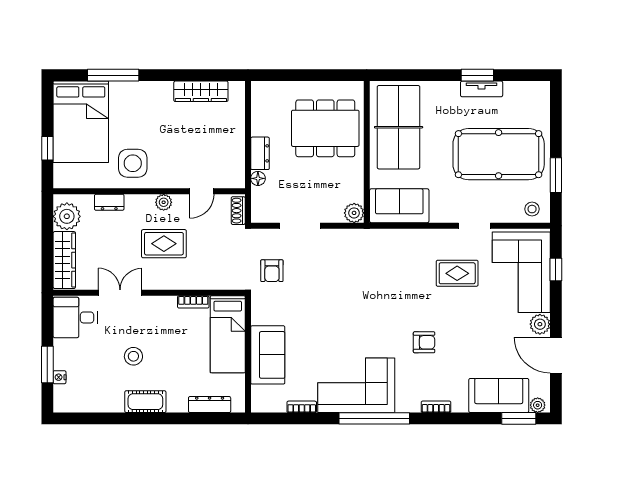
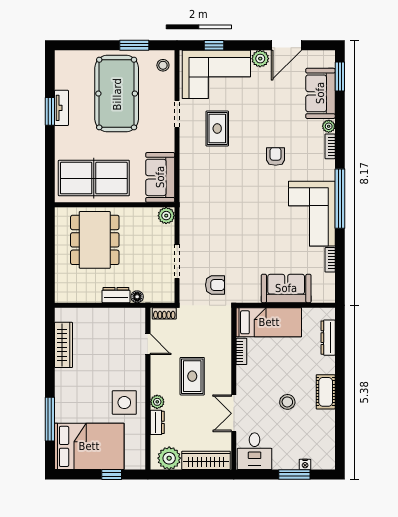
plant: (164, 202) -> (157, 402), moved
plant: (538, 405) -> (329, 126), moved

